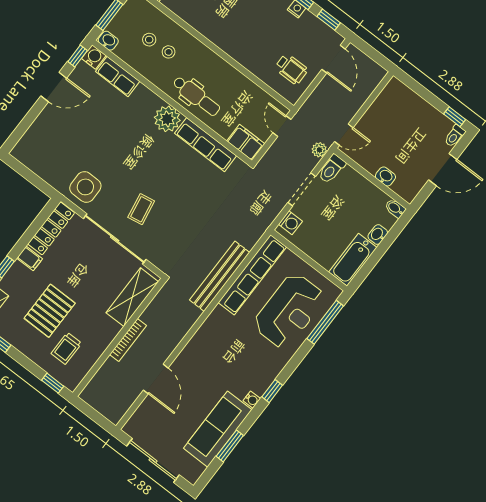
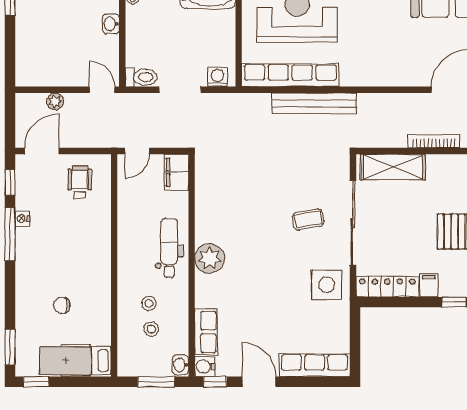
row of seats: (206, 145) -> (314, 365), moved, turned -90
plant: (319, 150) -> (55, 101), moved

